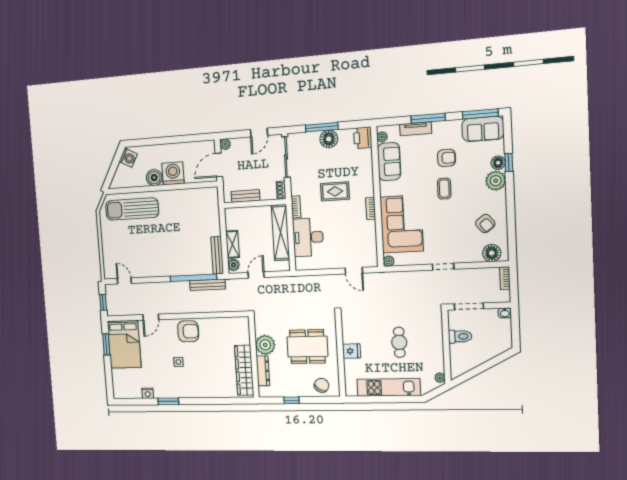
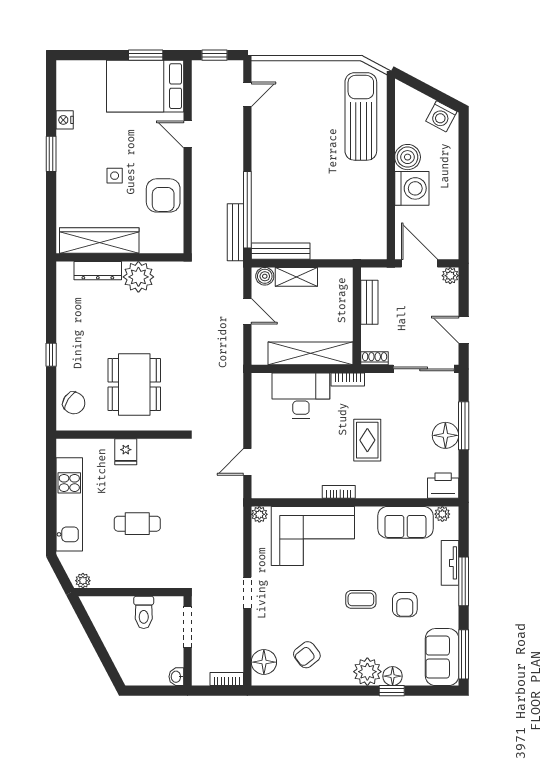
plant: (265, 345) -> (138, 277), moved
wall: (254, 357) -> (120, 257), moved
wardrobe: (244, 370) -> (99, 241), moved
dresser: (263, 371) -> (98, 271), moved

